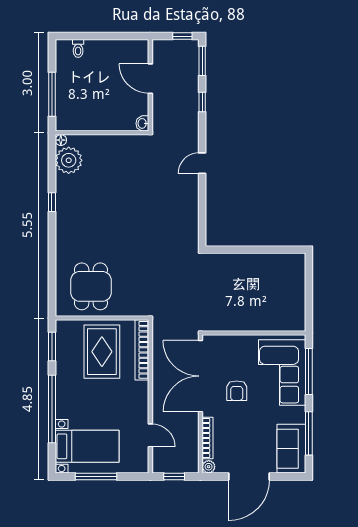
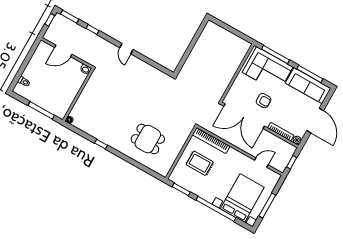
plant: (69, 160) -> (83, 122), removed
dining table: (91, 286) -> (148, 139), moved
rug: (102, 352) -> (200, 163), width x0.73, depth x0.70
bed with nightstands: (87, 446) -> (242, 198), width x1.36
sofa: (291, 449) -> (308, 86), width x1.36

